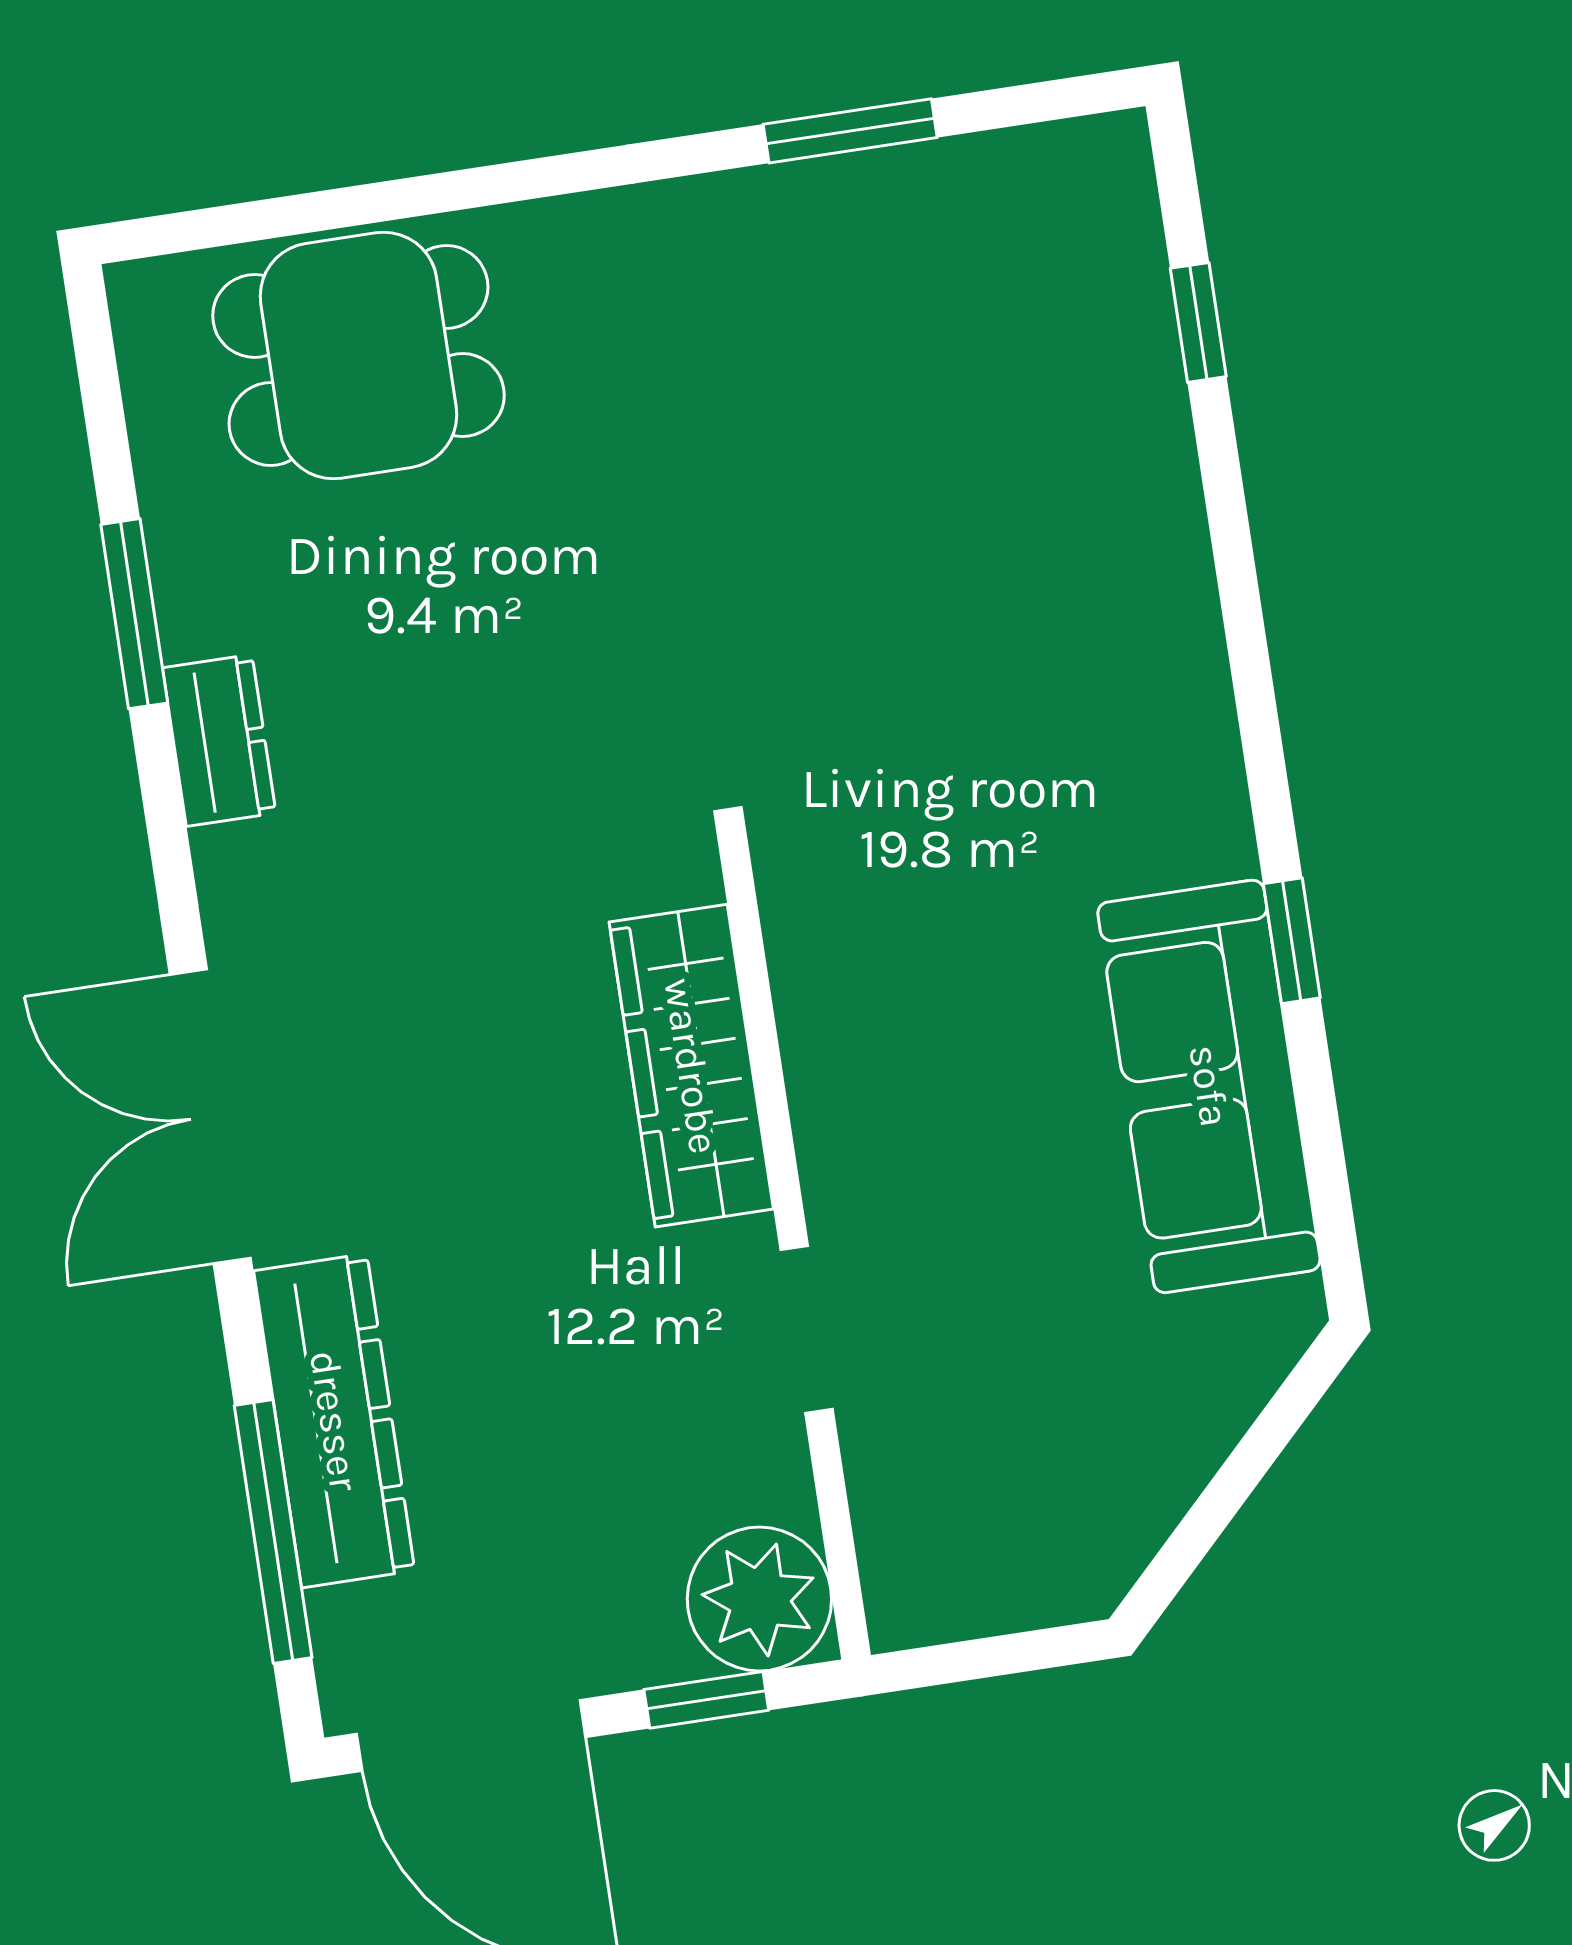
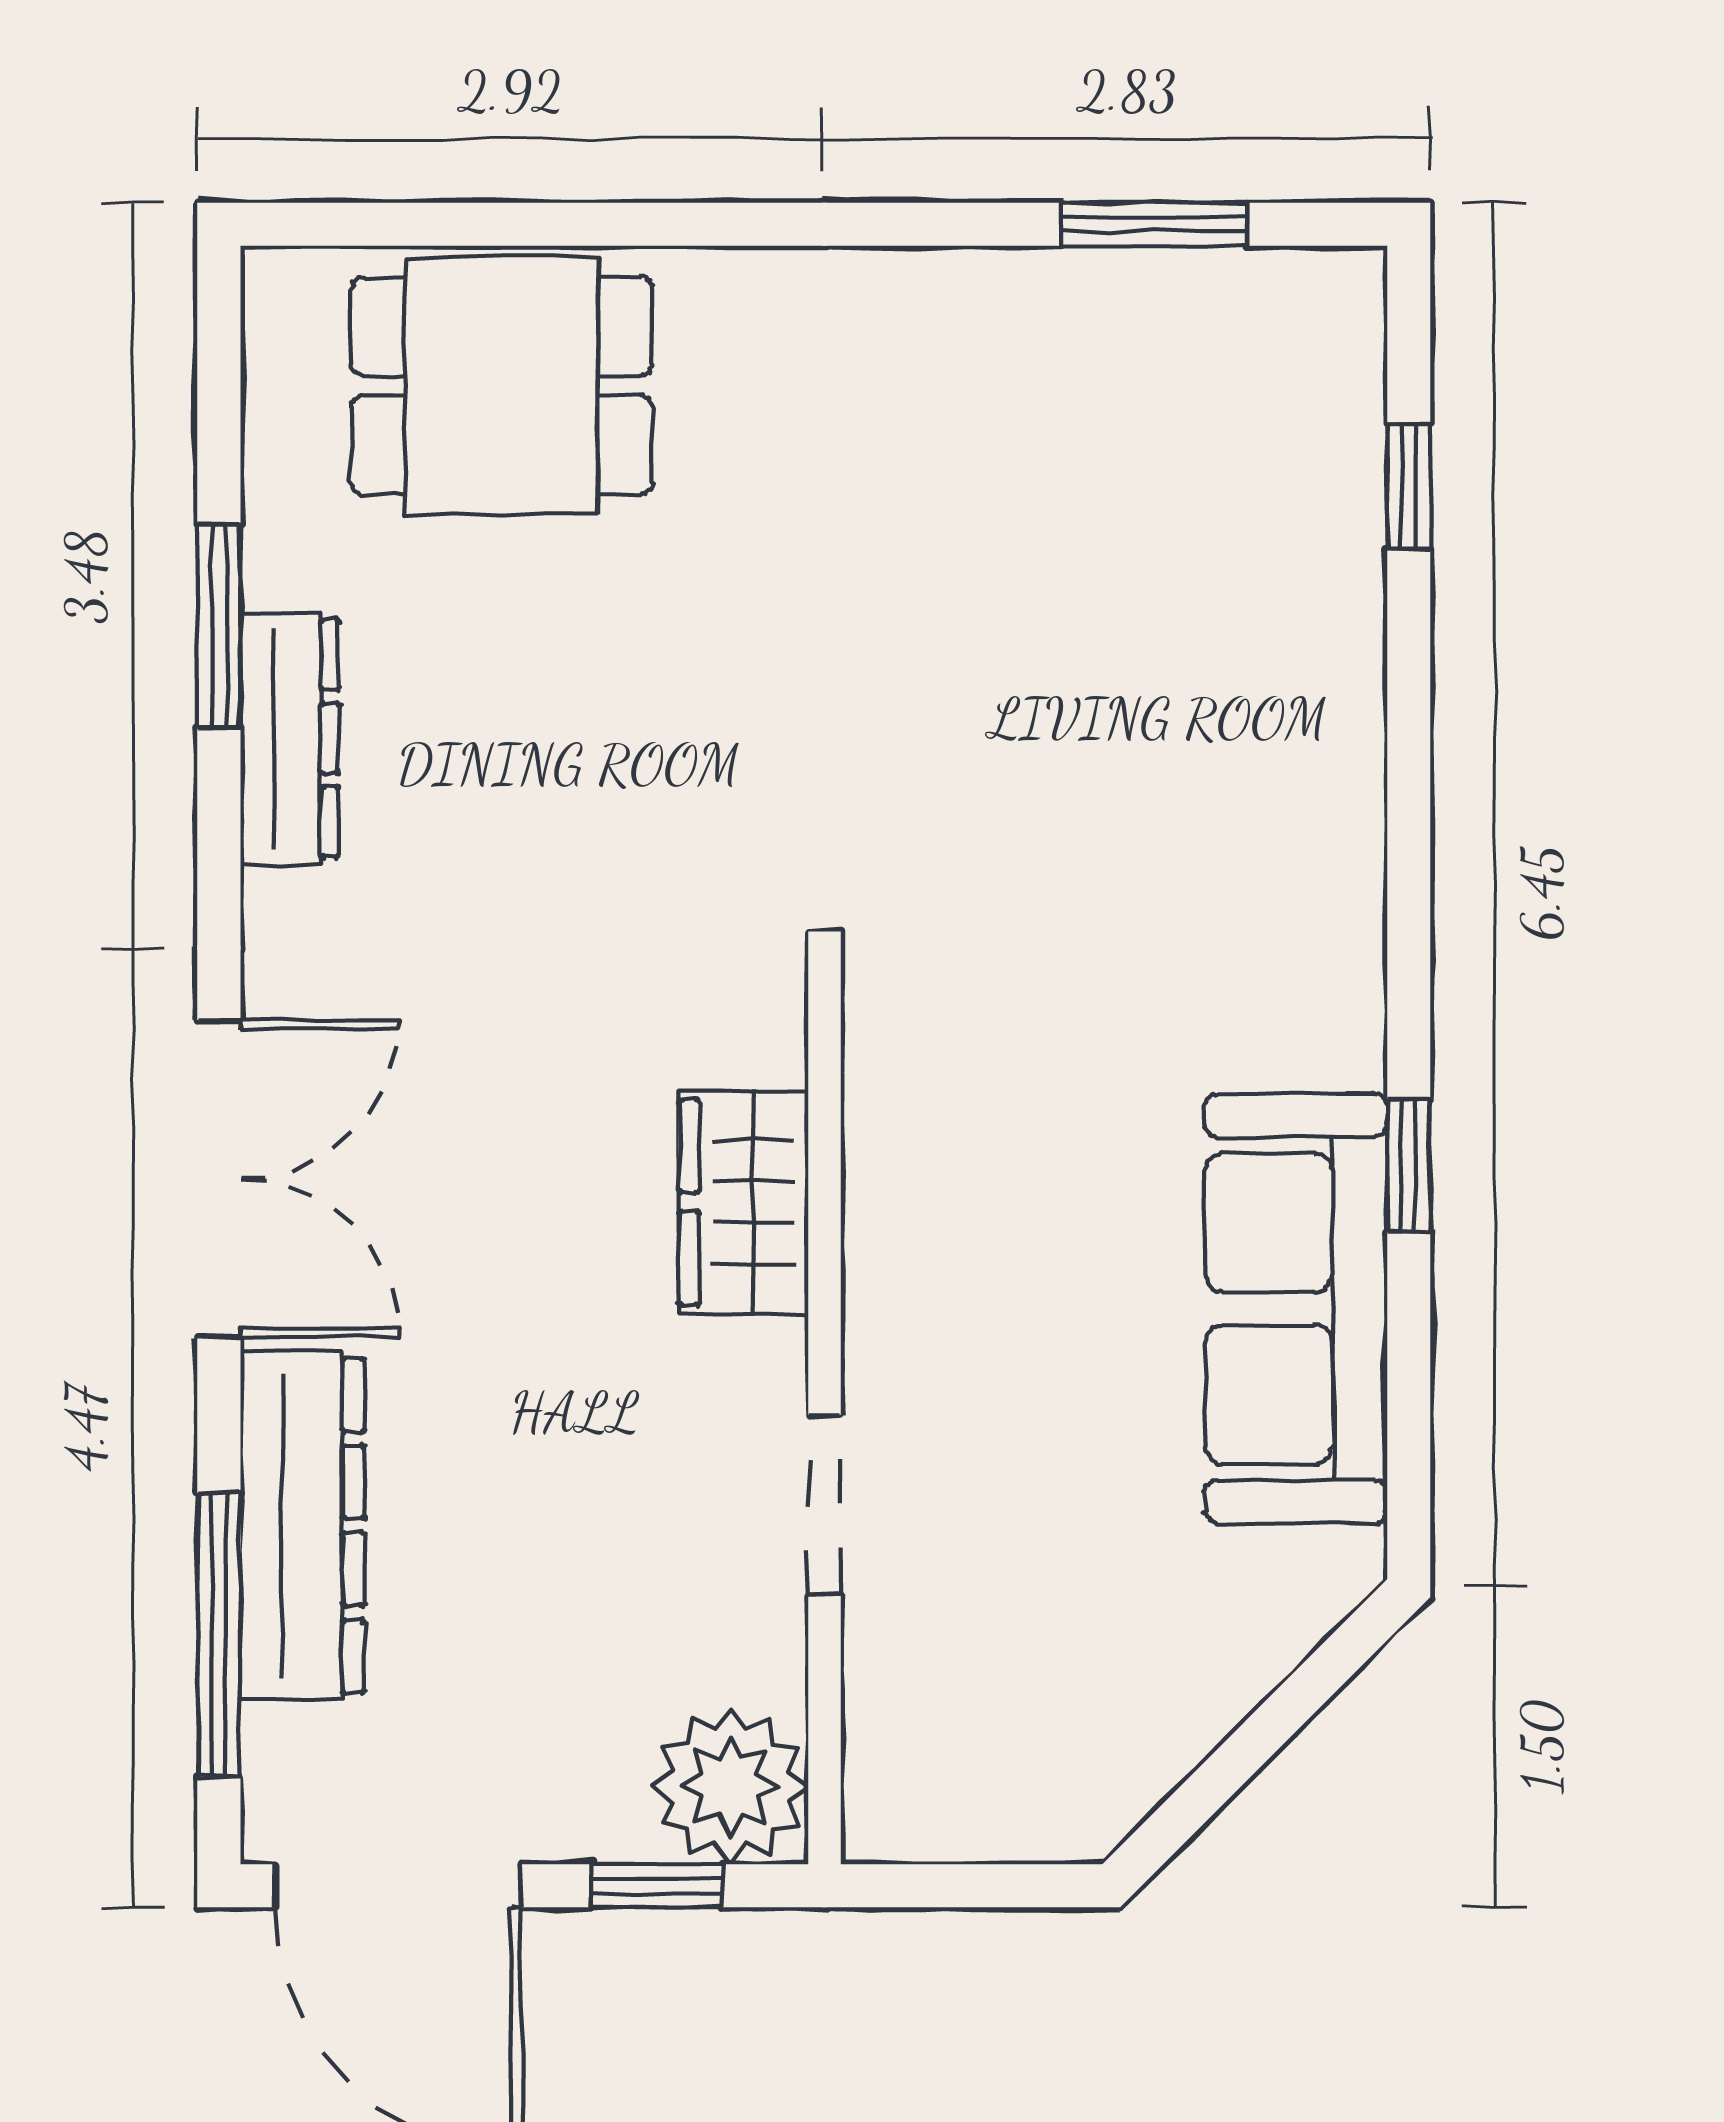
window: (850, 131) -> (1155, 224), moved
dresser: (219, 740) -> (289, 738), width x1.44
wardrobe: (691, 1066) -> (744, 1202), width x0.67
double door: (210, 1116) -> (219, 1179), swing flipped

